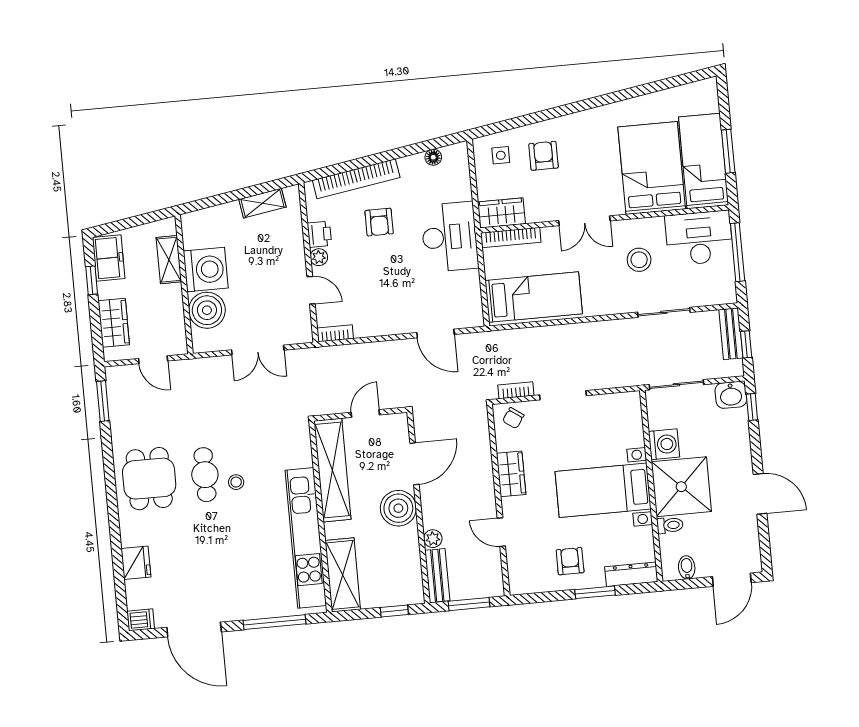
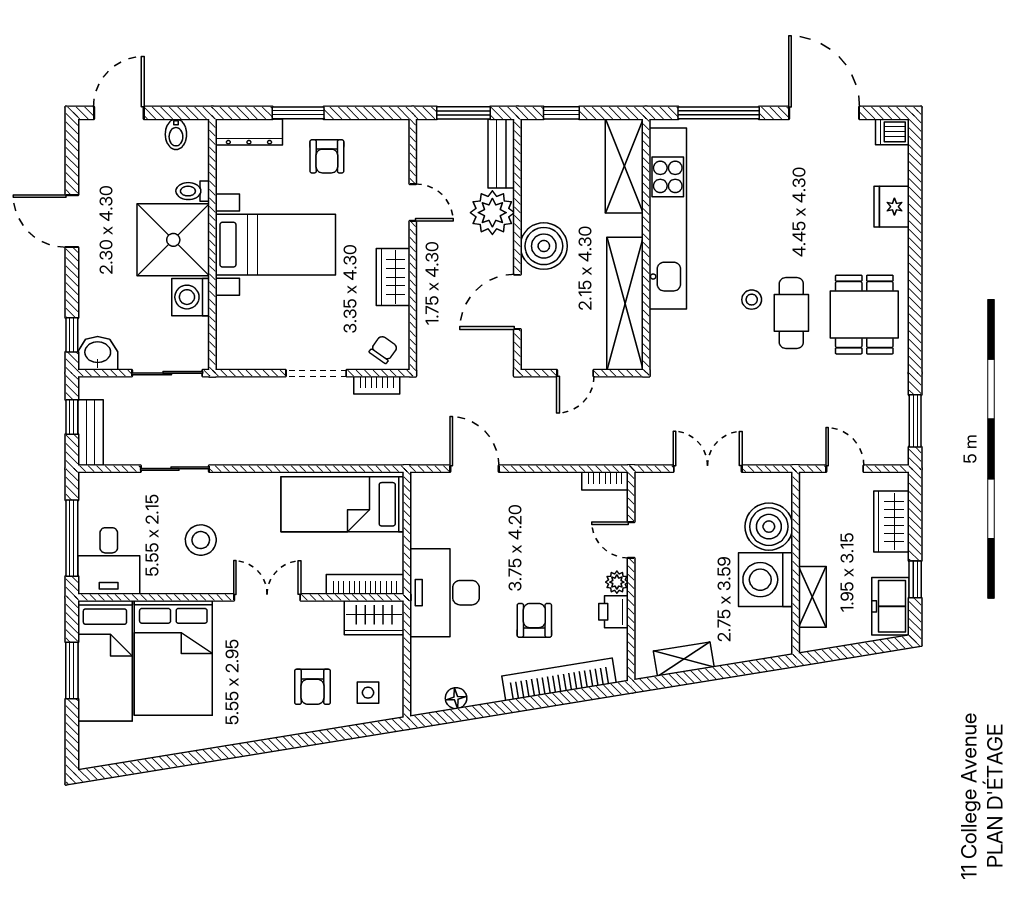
desk: (699, 238) -> (109, 561), width x0.73
plant: (433, 539) -> (492, 213), width x1.88, depth x1.88

